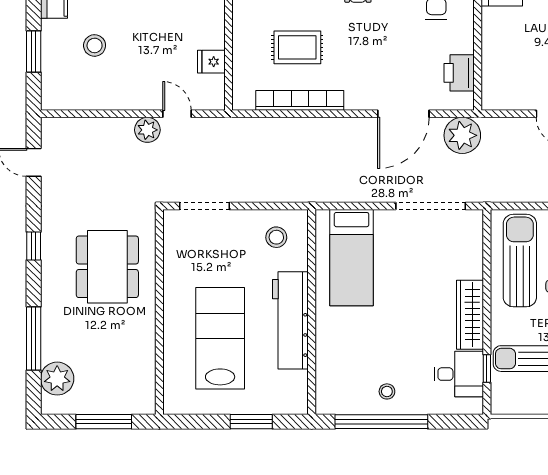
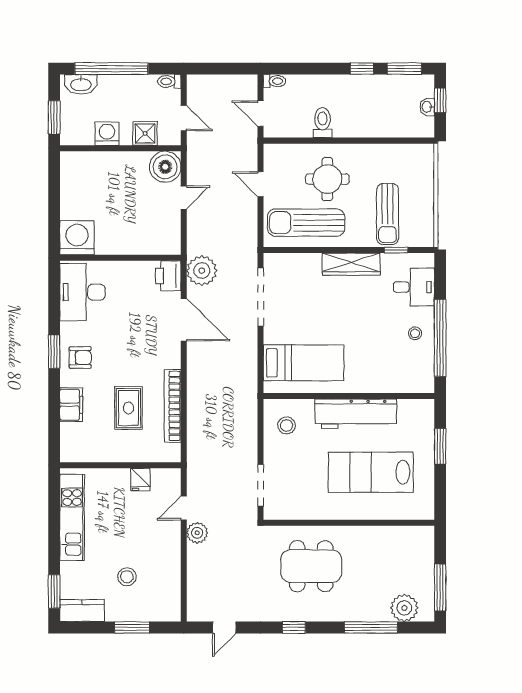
printer: (459, 73) -> (168, 276), moved, turned 90
desk: (459, 374) -> (414, 287), moved, turned 90
window: (104, 422) -> (440, 587), moved

